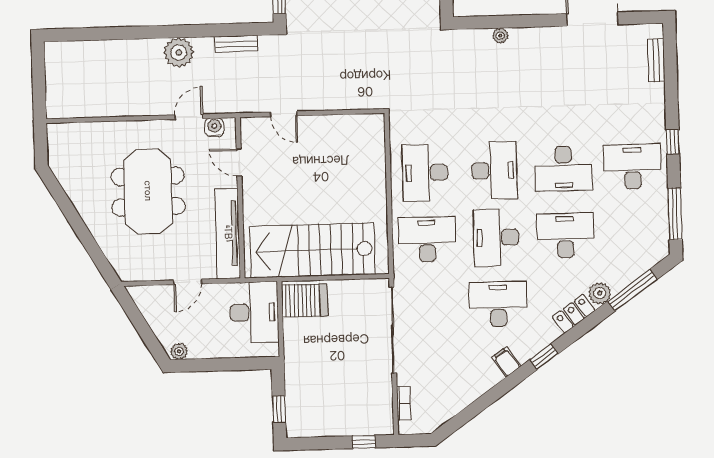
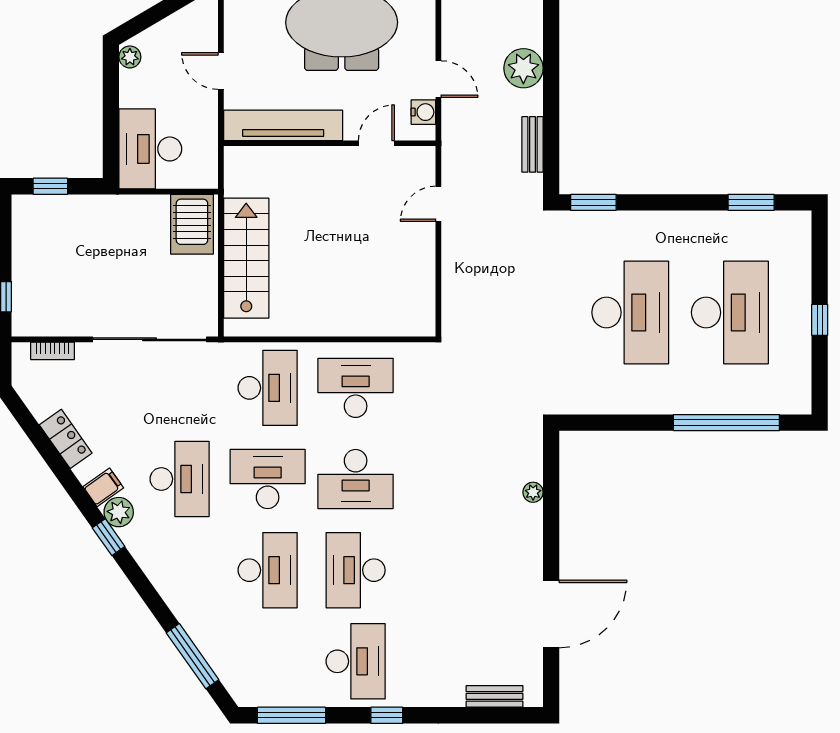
stairs: (312, 250) -> (246, 258), width x0.73, depth x0.66
plant: (600, 293) -> (119, 512), moved
desk: (254, 312) -> (150, 149), moved, turned 90
locker: (574, 314) -> (66, 439), moved

